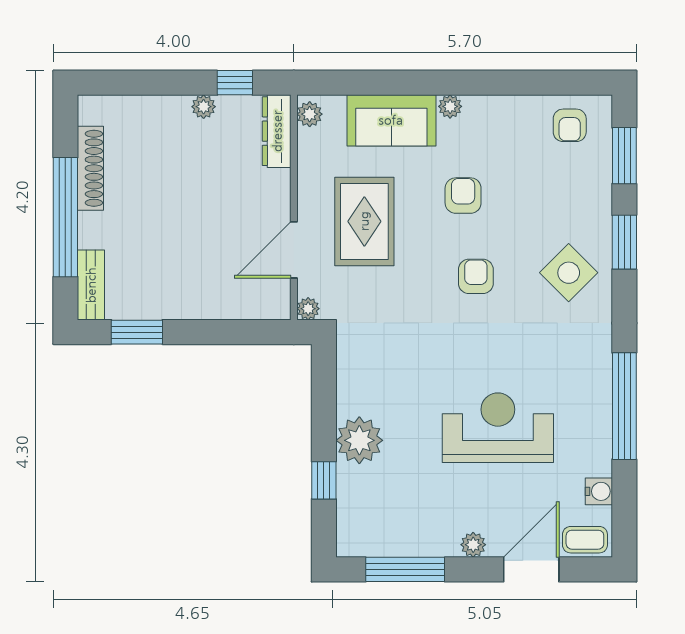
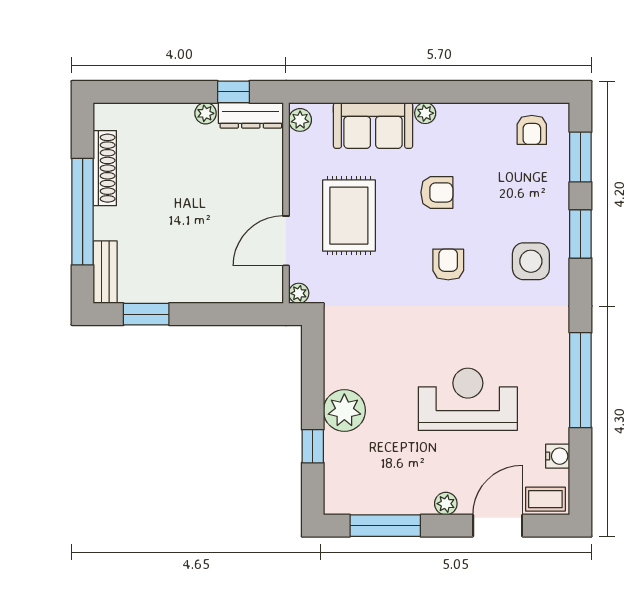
dresser: (277, 131) -> (251, 115), moved, turned -90
armchair: (463, 196) -> (437, 192), turned 90
side table: (569, 273) -> (531, 261), turned 45

